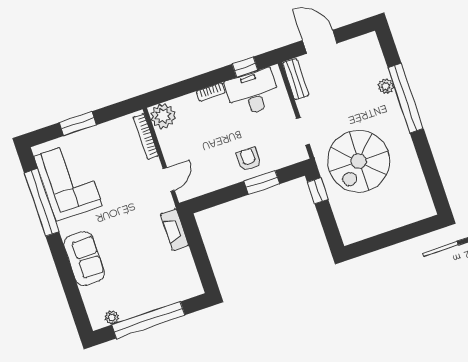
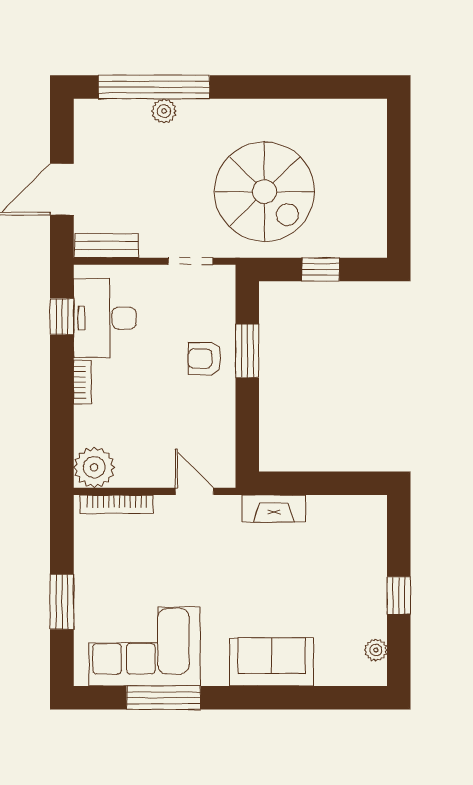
window: (406, 98) -> (154, 87), moved
window: (318, 191) -> (321, 269), moved
window: (42, 202) -> (164, 698), width x0.68
window: (148, 320) -> (399, 595), width x0.32

